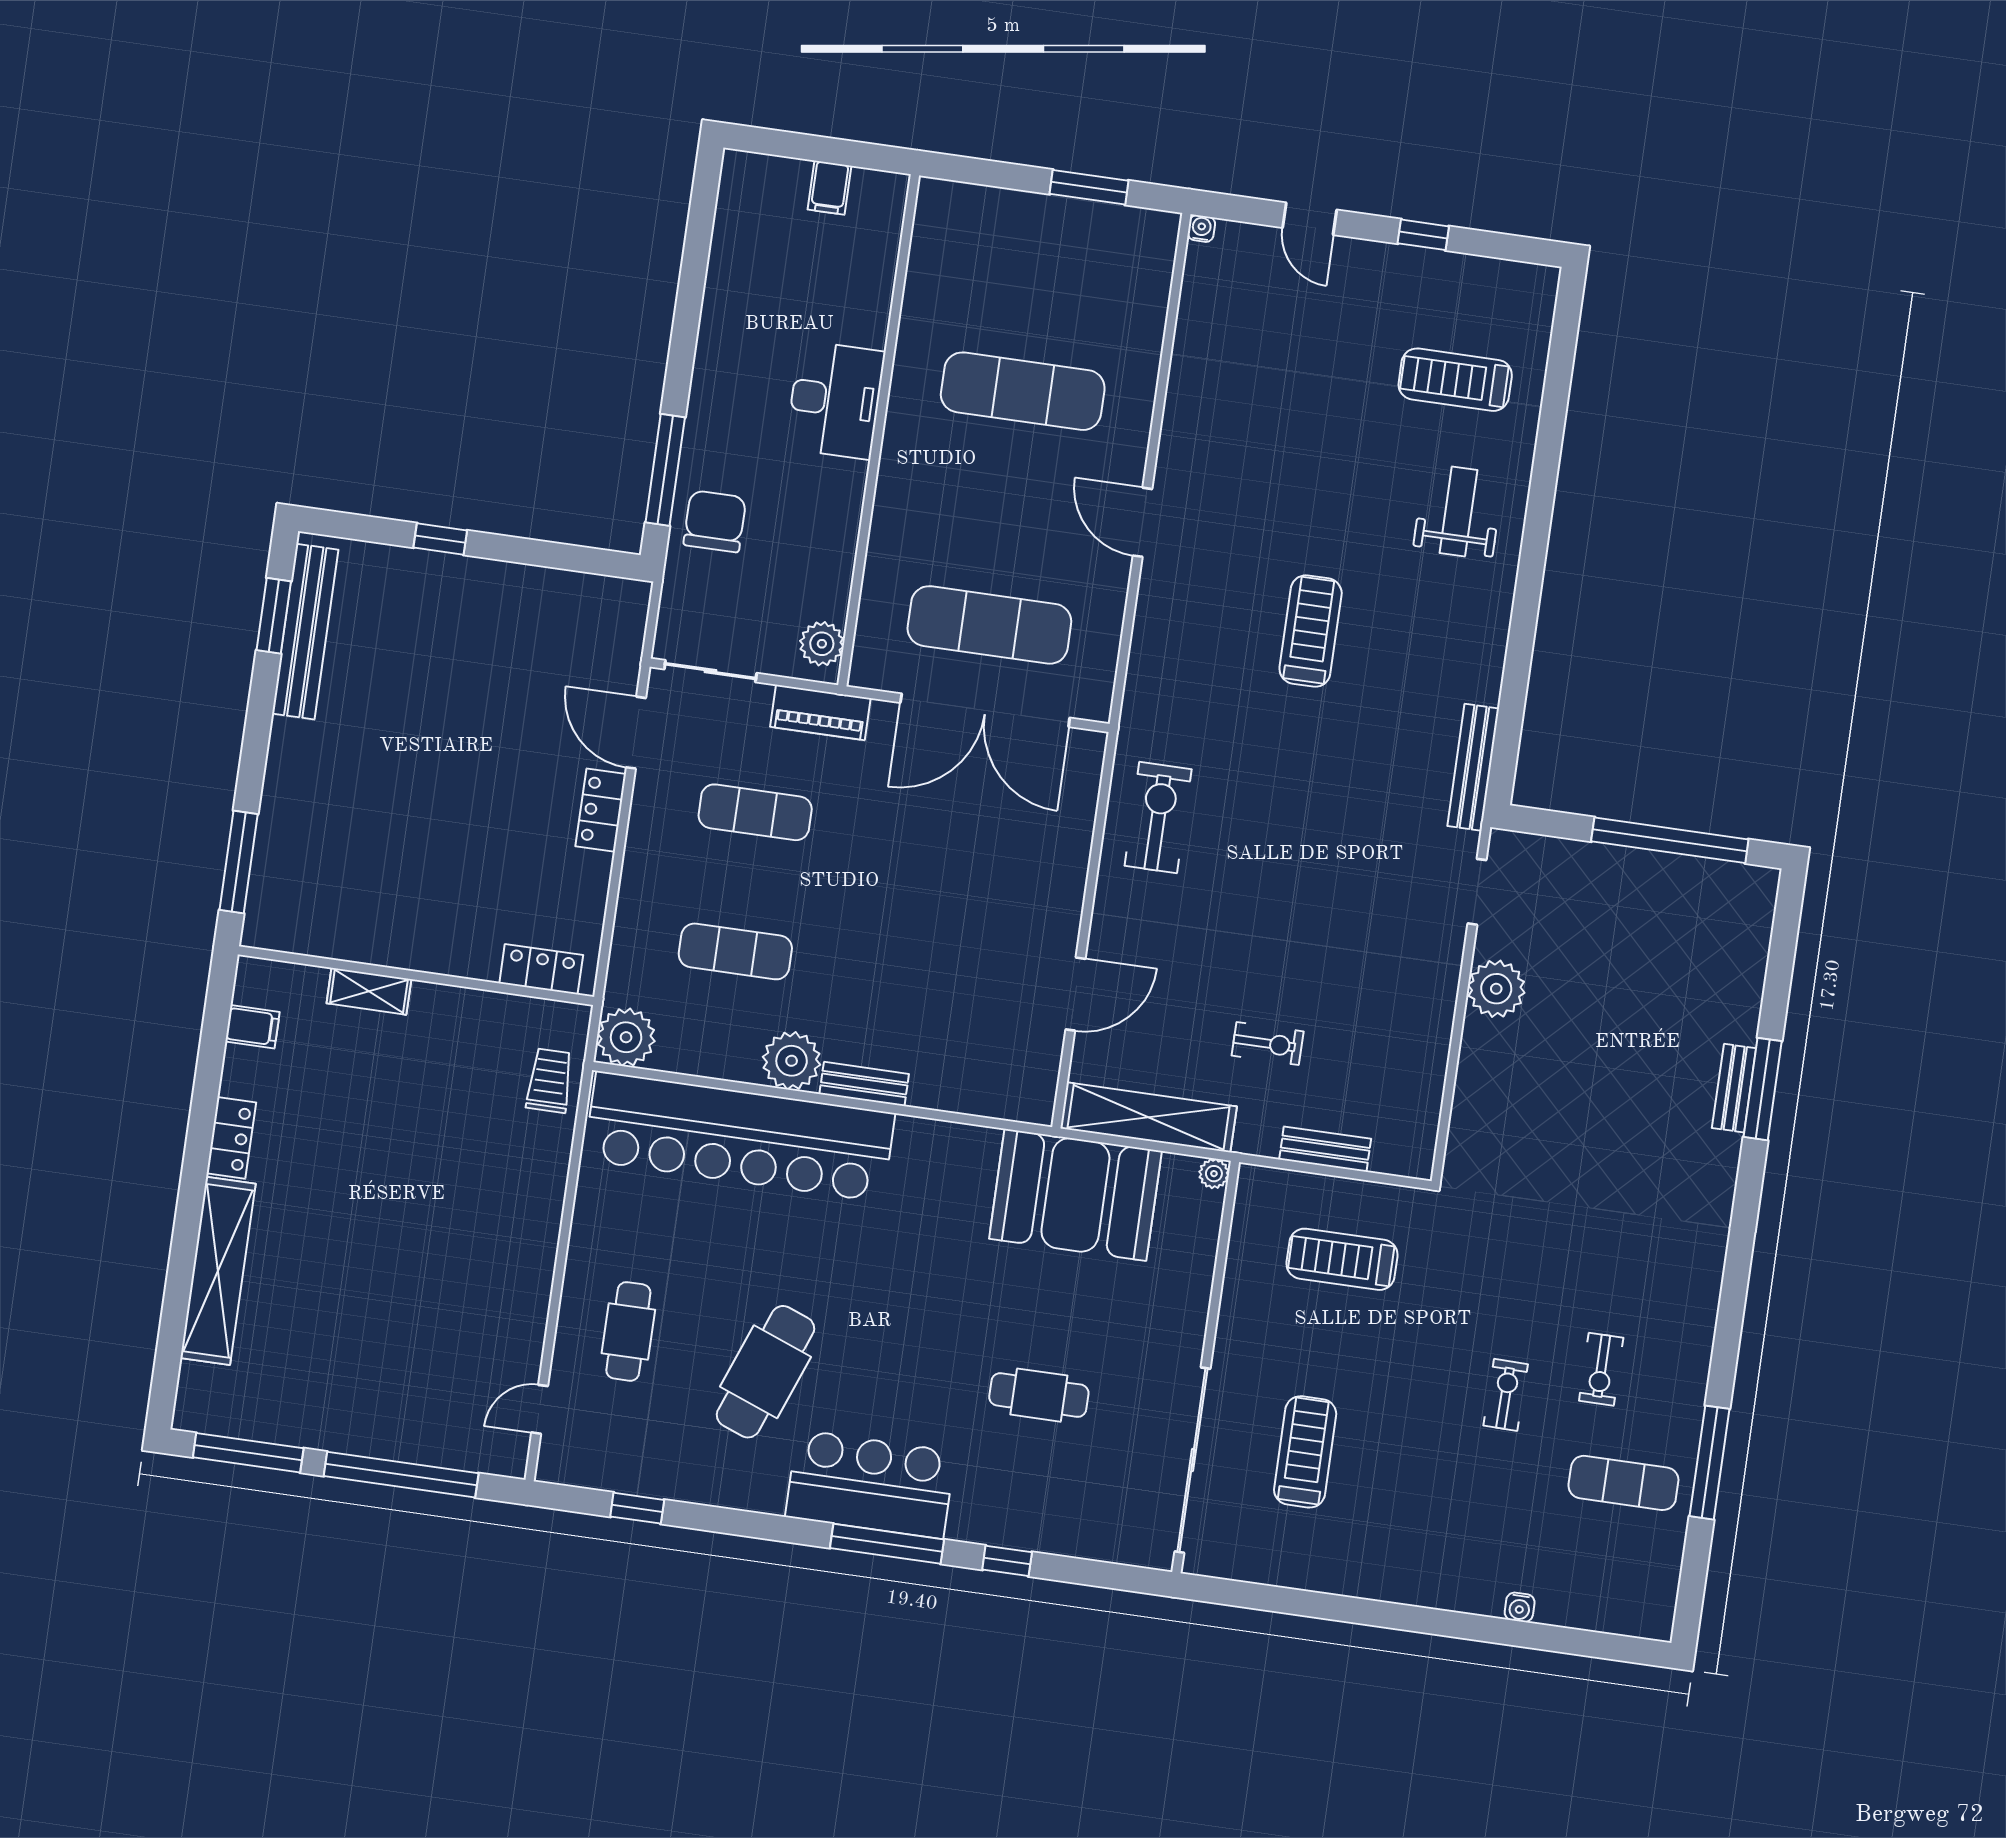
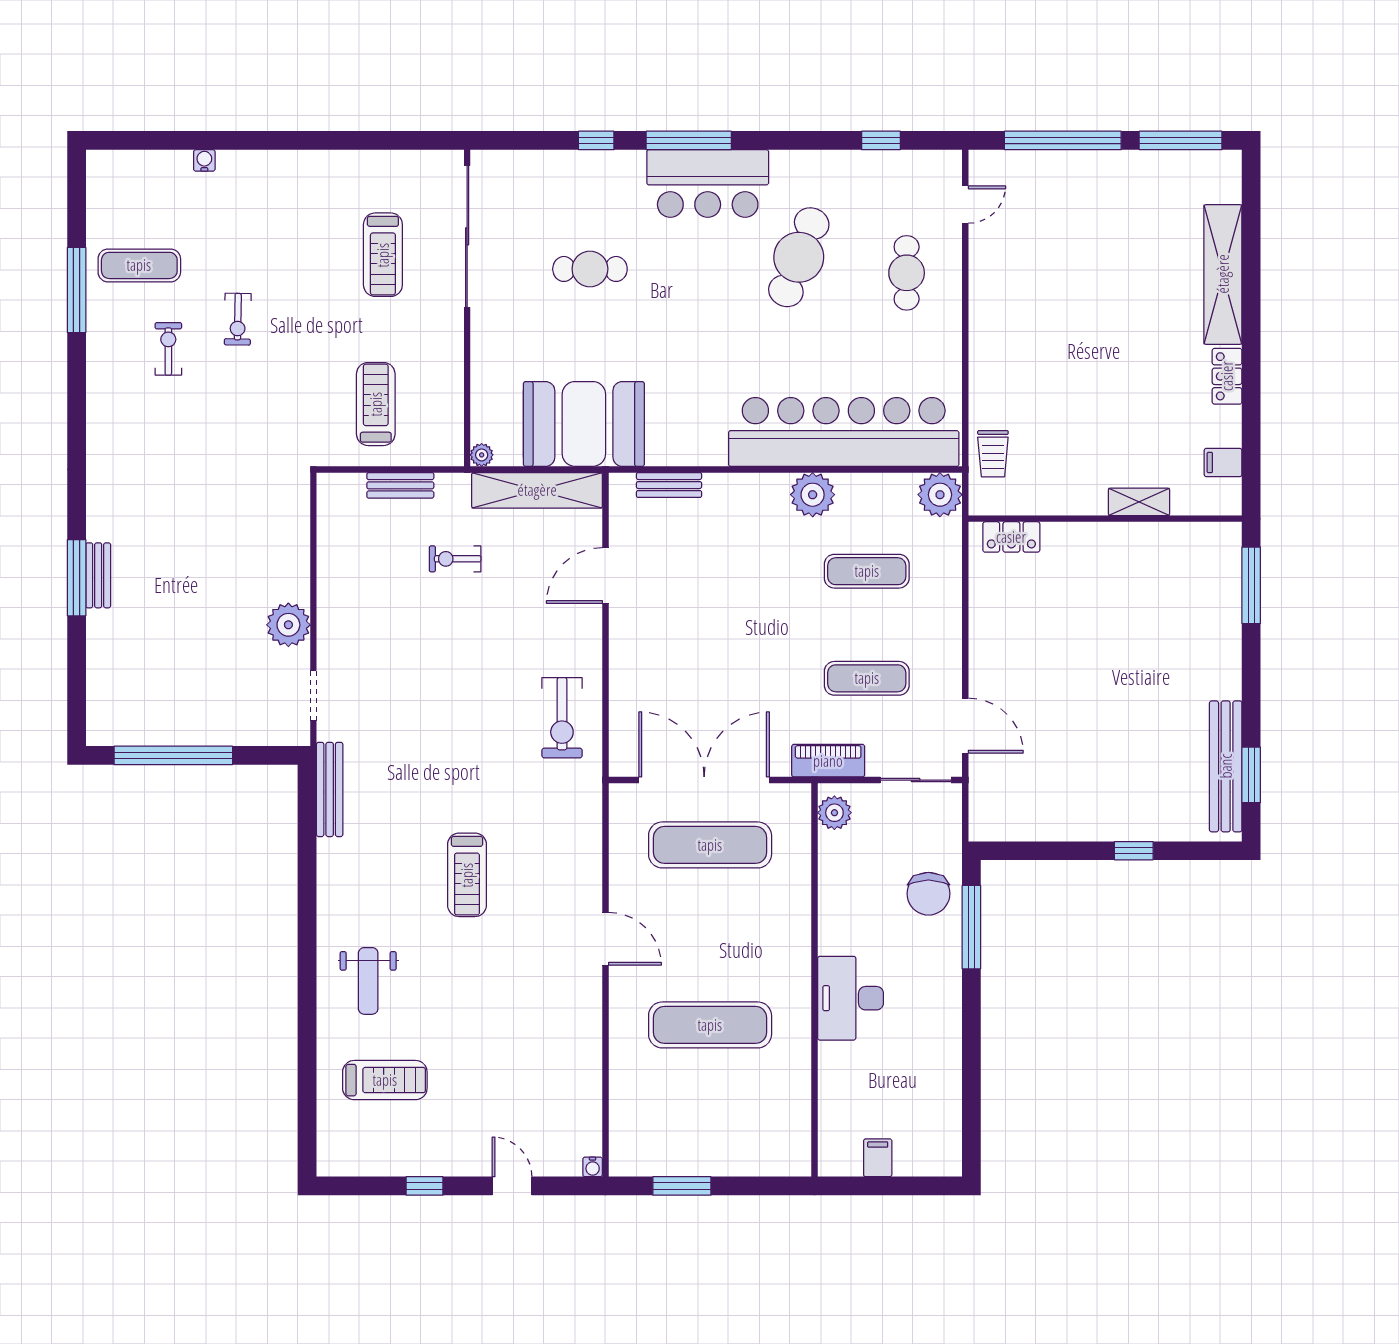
locker: (601, 810) -> (983, 663), removed
bench: (864, 1084) -> (669, 485), moved
treadmill: (1342, 1259) -> (376, 404), turned -90

